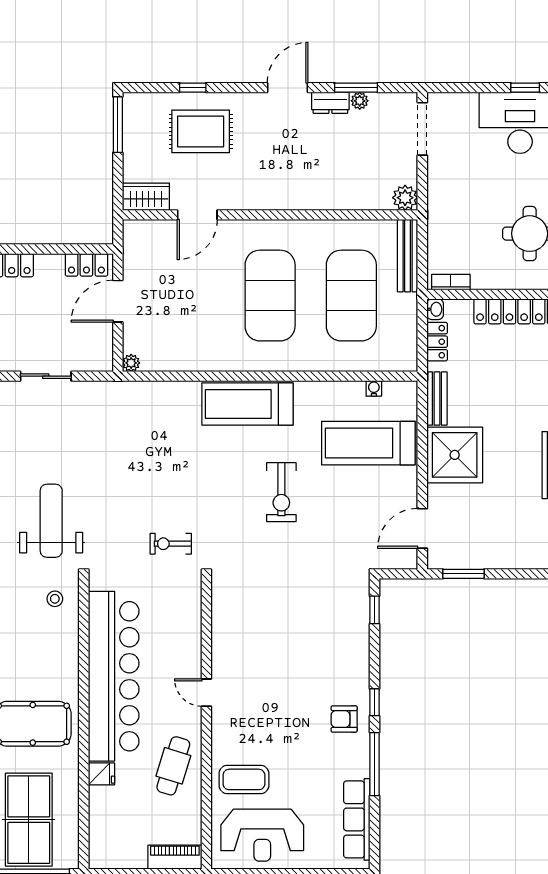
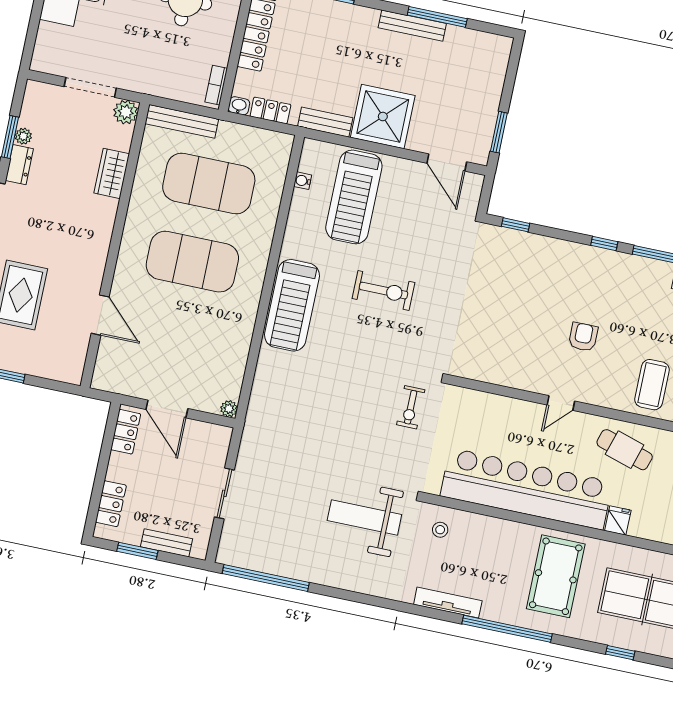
doorway: (422, 129) -> (90, 87), moved
wardrobe: (146, 197) -> (112, 173), moved
armchair: (344, 719) -> (583, 337), moved, turned 180

